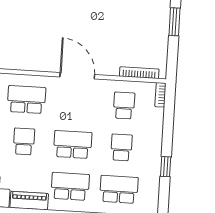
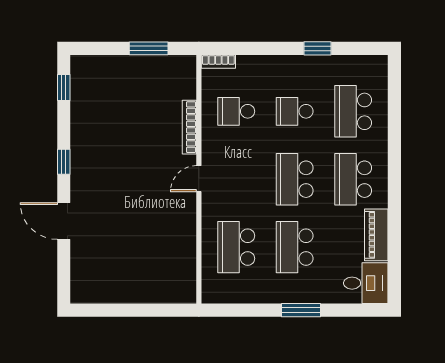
window: (174, 22) -> (149, 48), moved
bookcase: (139, 73) -> (189, 127), moved
door: (77, 76) -> (199, 179), width x0.53
school desk: (24, 141) -> (295, 247), width x1.85

